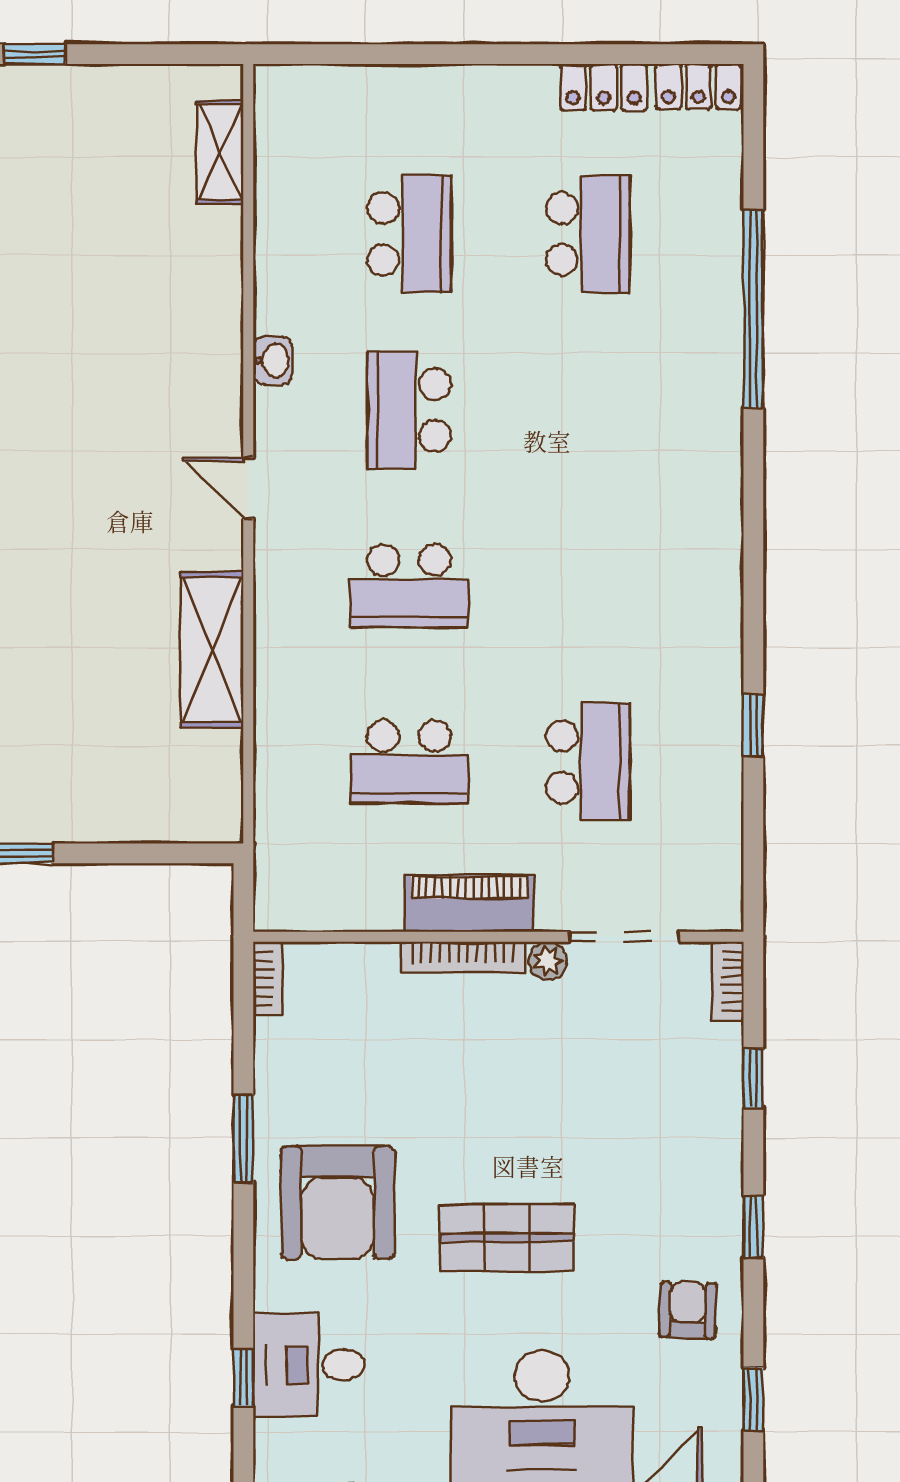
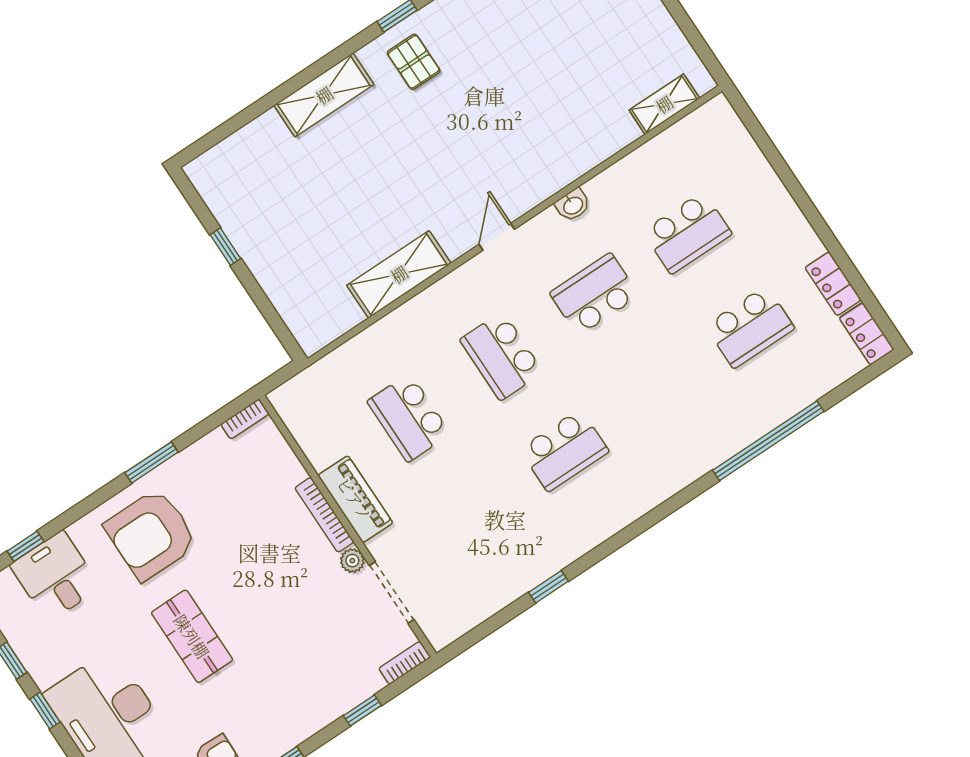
school desk: (588, 762) -> (564, 450), moved

